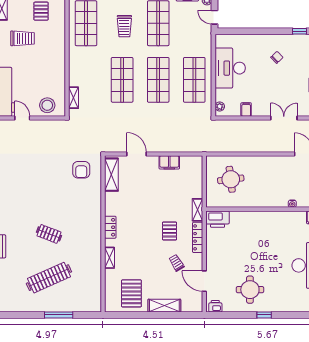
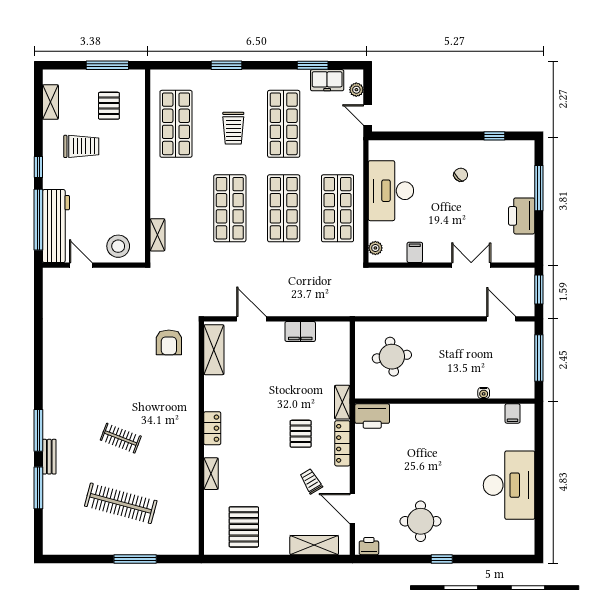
clothes rail: (49, 278) -> (121, 503), turned 39
shelving: (164, 306) -> (314, 545), moved

